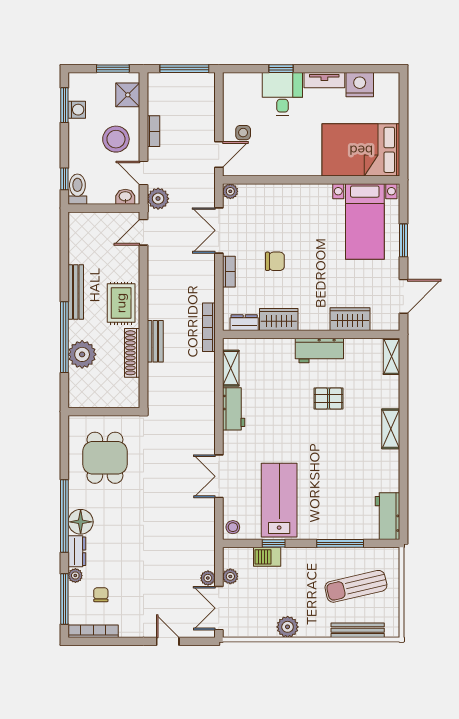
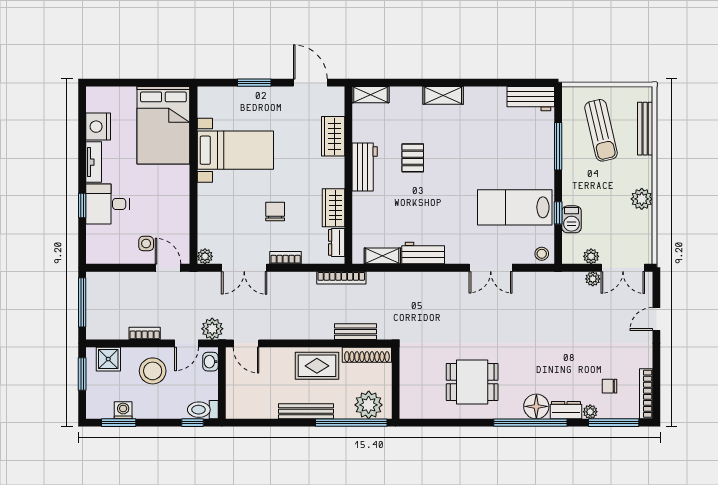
bed with nightstands: (365, 222) -> (235, 150), moved
wall: (104, 412) -> (396, 383), moved

